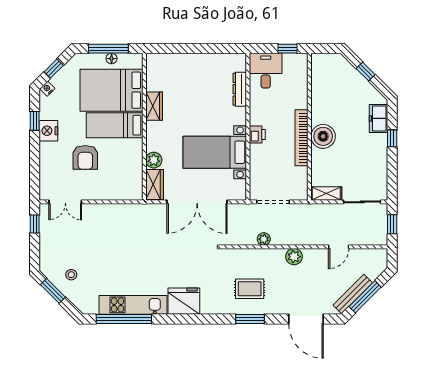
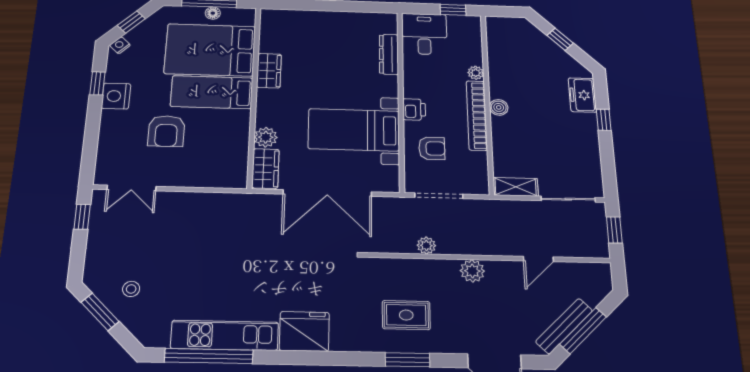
plant: (302, 103) -> (476, 73), added
boiler: (323, 136) -> (499, 107), width x0.54, depth x0.54
armchair: (269, 165) -> (432, 148), added

